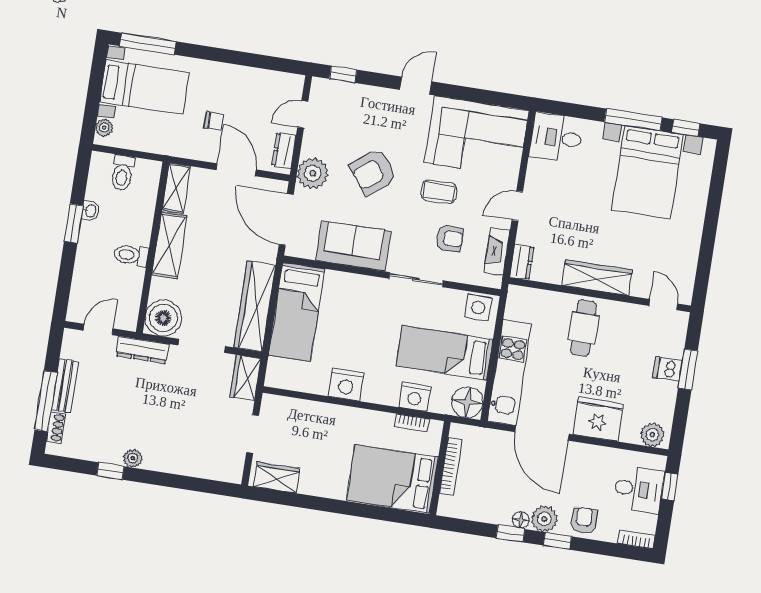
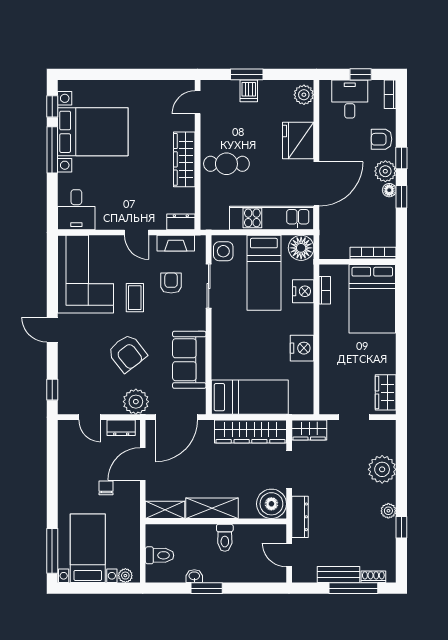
sliding door: (416, 280) -> (209, 286), moved
plant: (184, 458) -> (382, 469), added
bookcase: (451, 466) -> (373, 253), moved
window: (670, 487) -> (361, 74), moved

